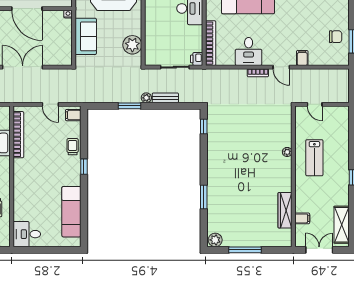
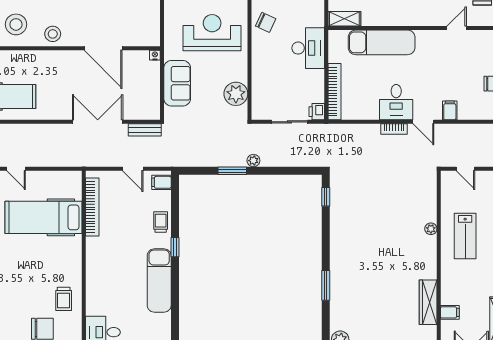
desk: (249, 51) -> (396, 102), moved
bench: (165, 98) -> (145, 130), moved
exam couch: (71, 212) -> (159, 280), moved

